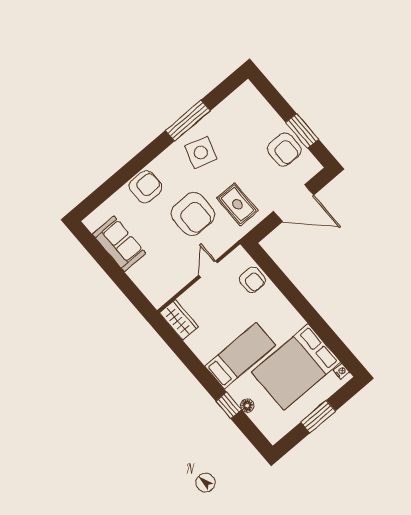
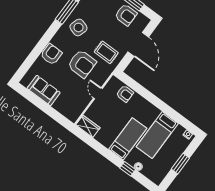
door: (293, 203) -> (138, 44), hinge flipped
bed: (296, 367) -> (157, 135), width x0.67

